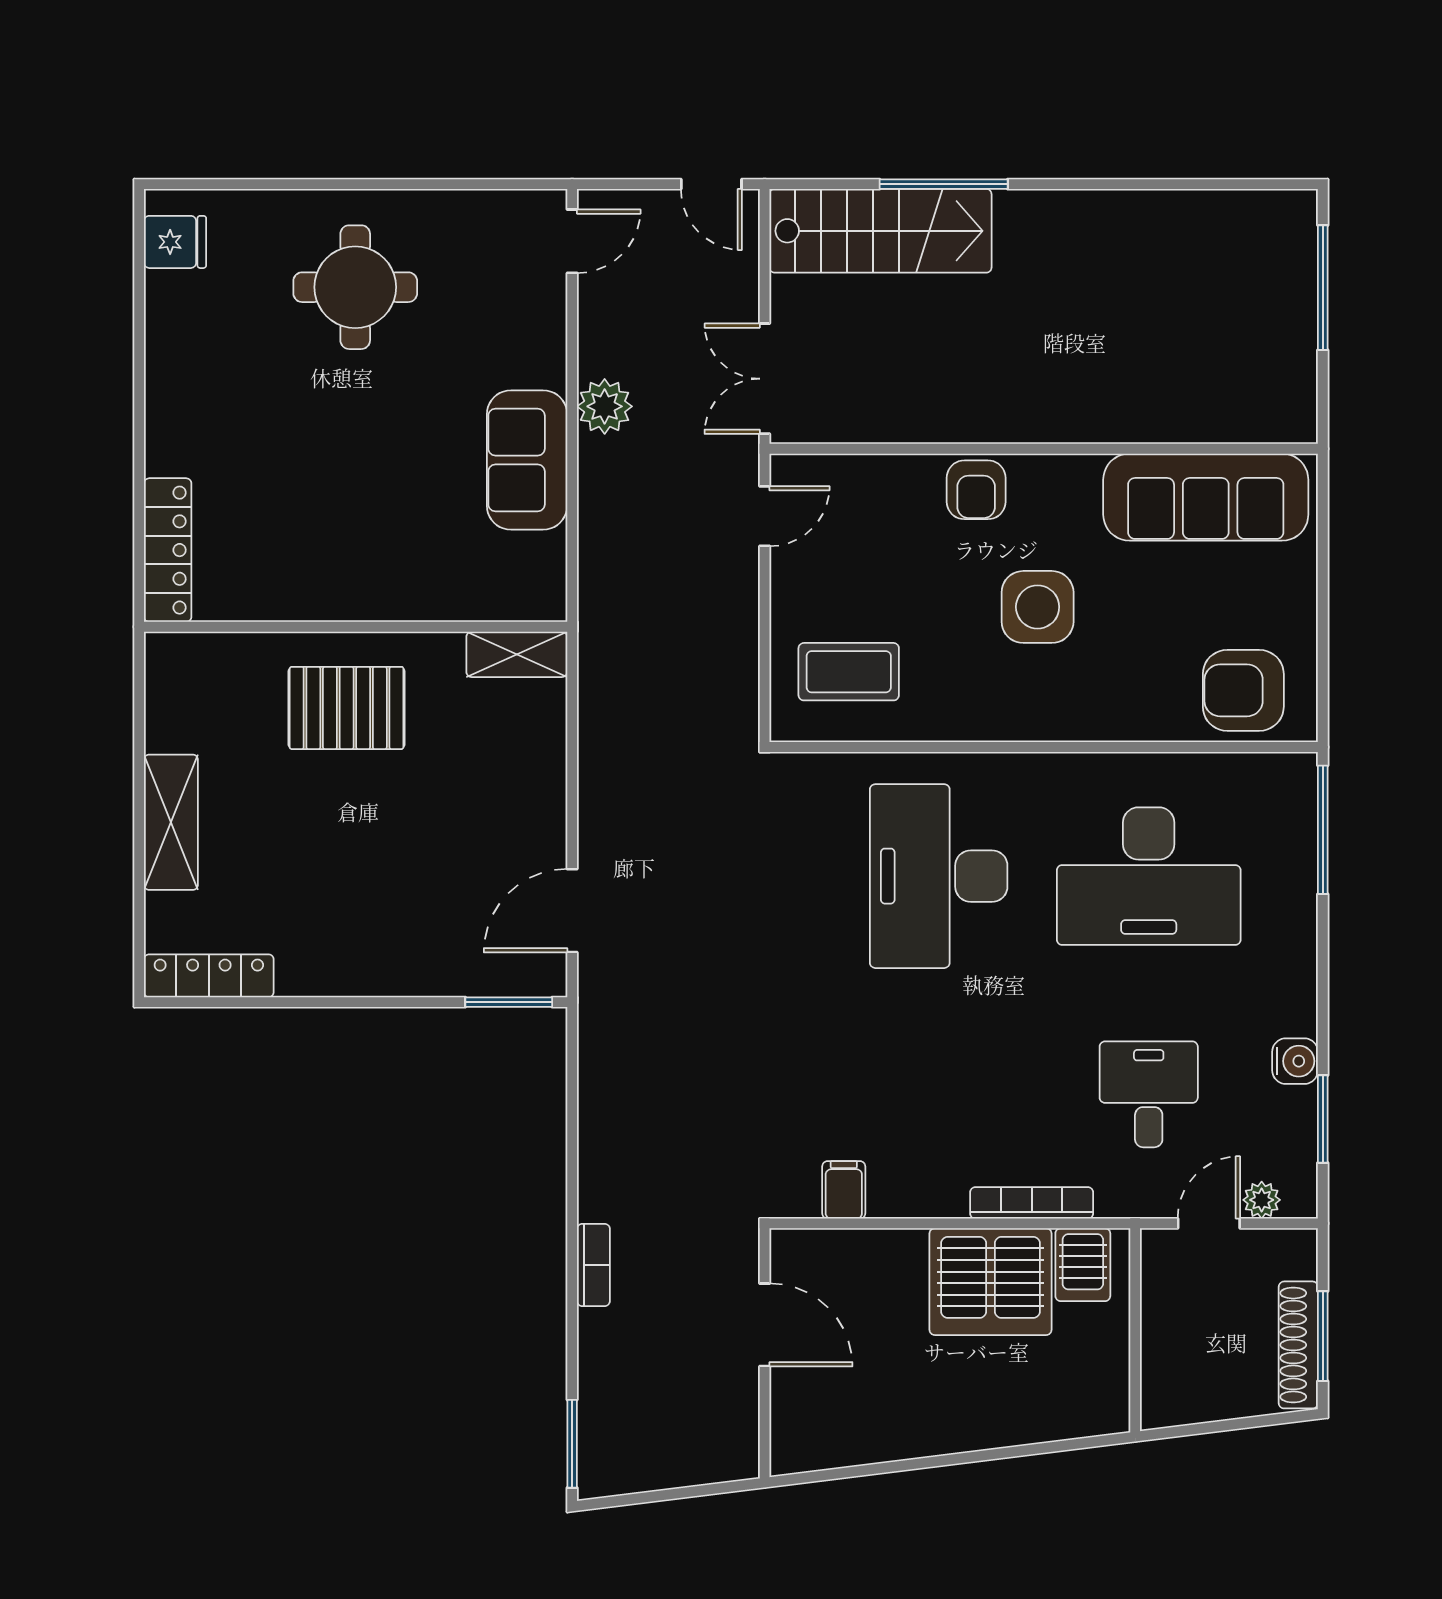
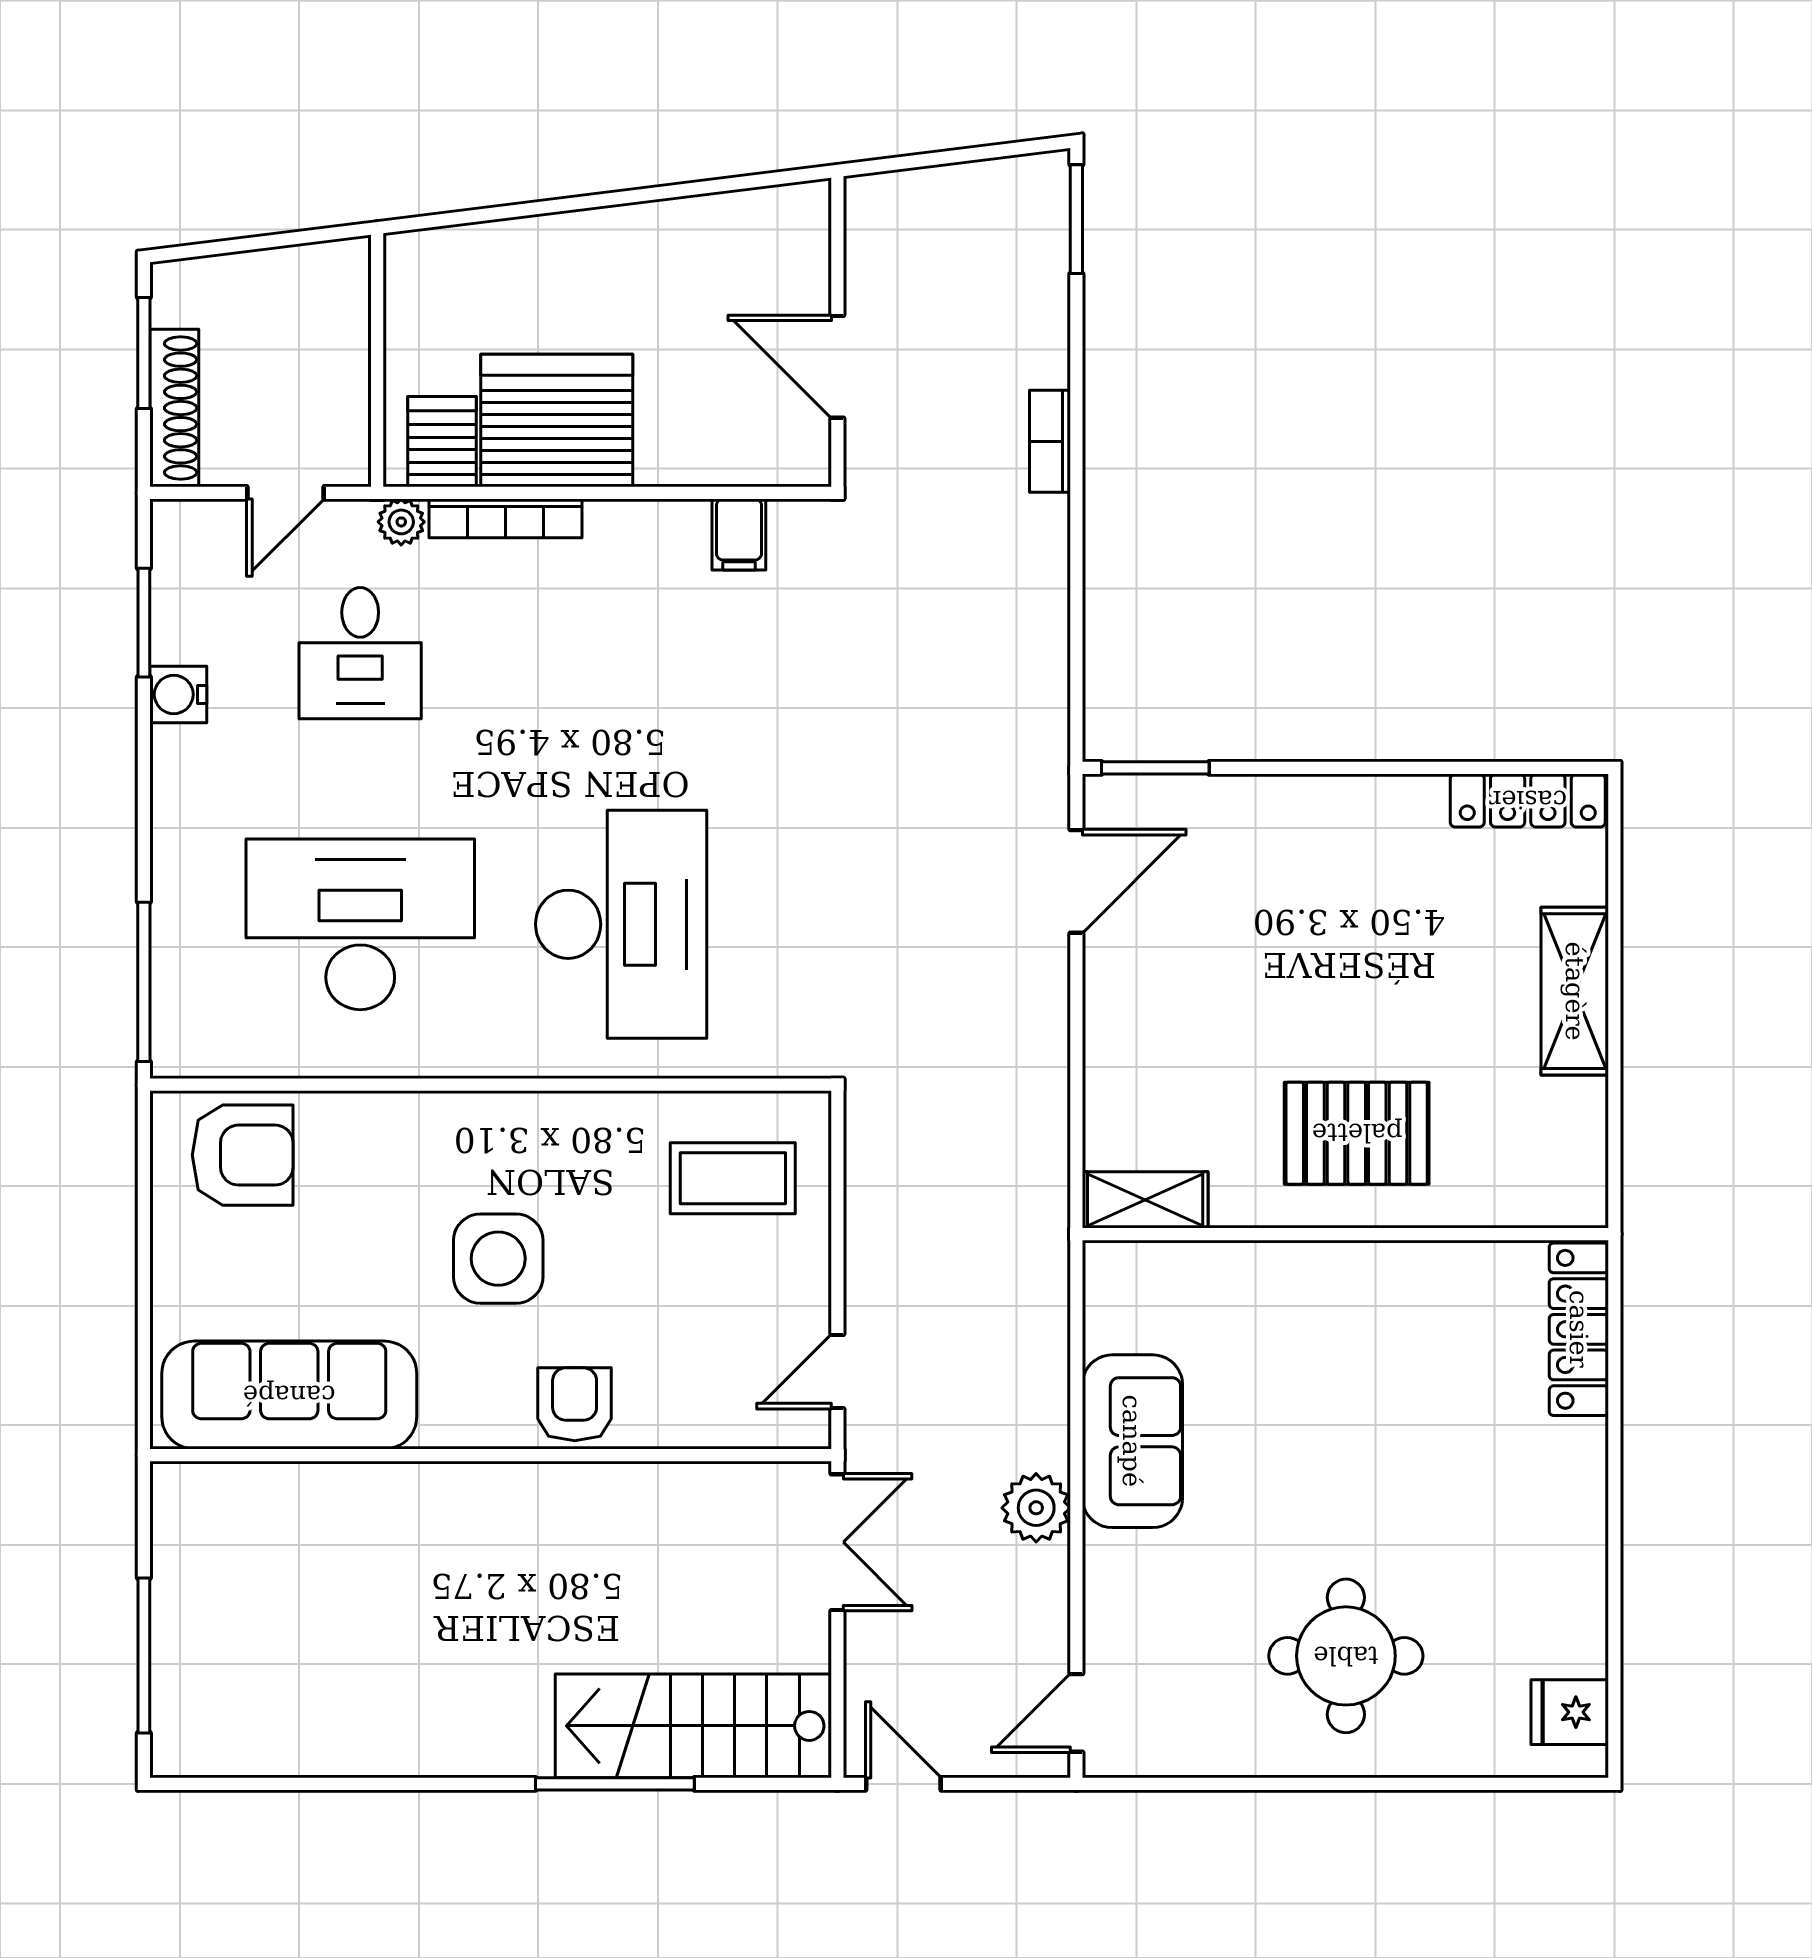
plant: (1262, 1200) -> (401, 522), moved
shoe rack: (1298, 1345) -> (174, 408), moved

